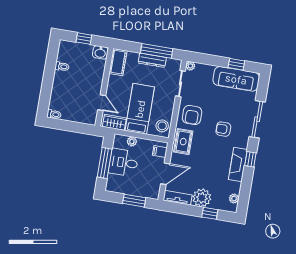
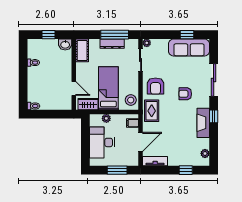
window: (105, 163) -> (85, 141), removed
desk: (123, 163) -> (102, 142), width x1.37
plant: (202, 198) -> (176, 158), removed

